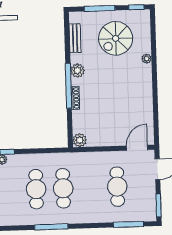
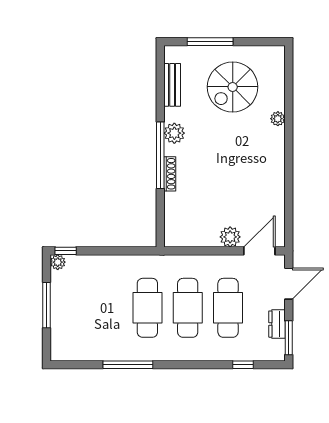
window: (136, 7) -> (265, 42), removed
plant: (80, 140) -> (230, 237), moved
cafe table: (36, 189) -> (188, 308), moved
dresser: (150, 196) -> (277, 324), added
window: (128, 224) -> (243, 365), width x0.46

